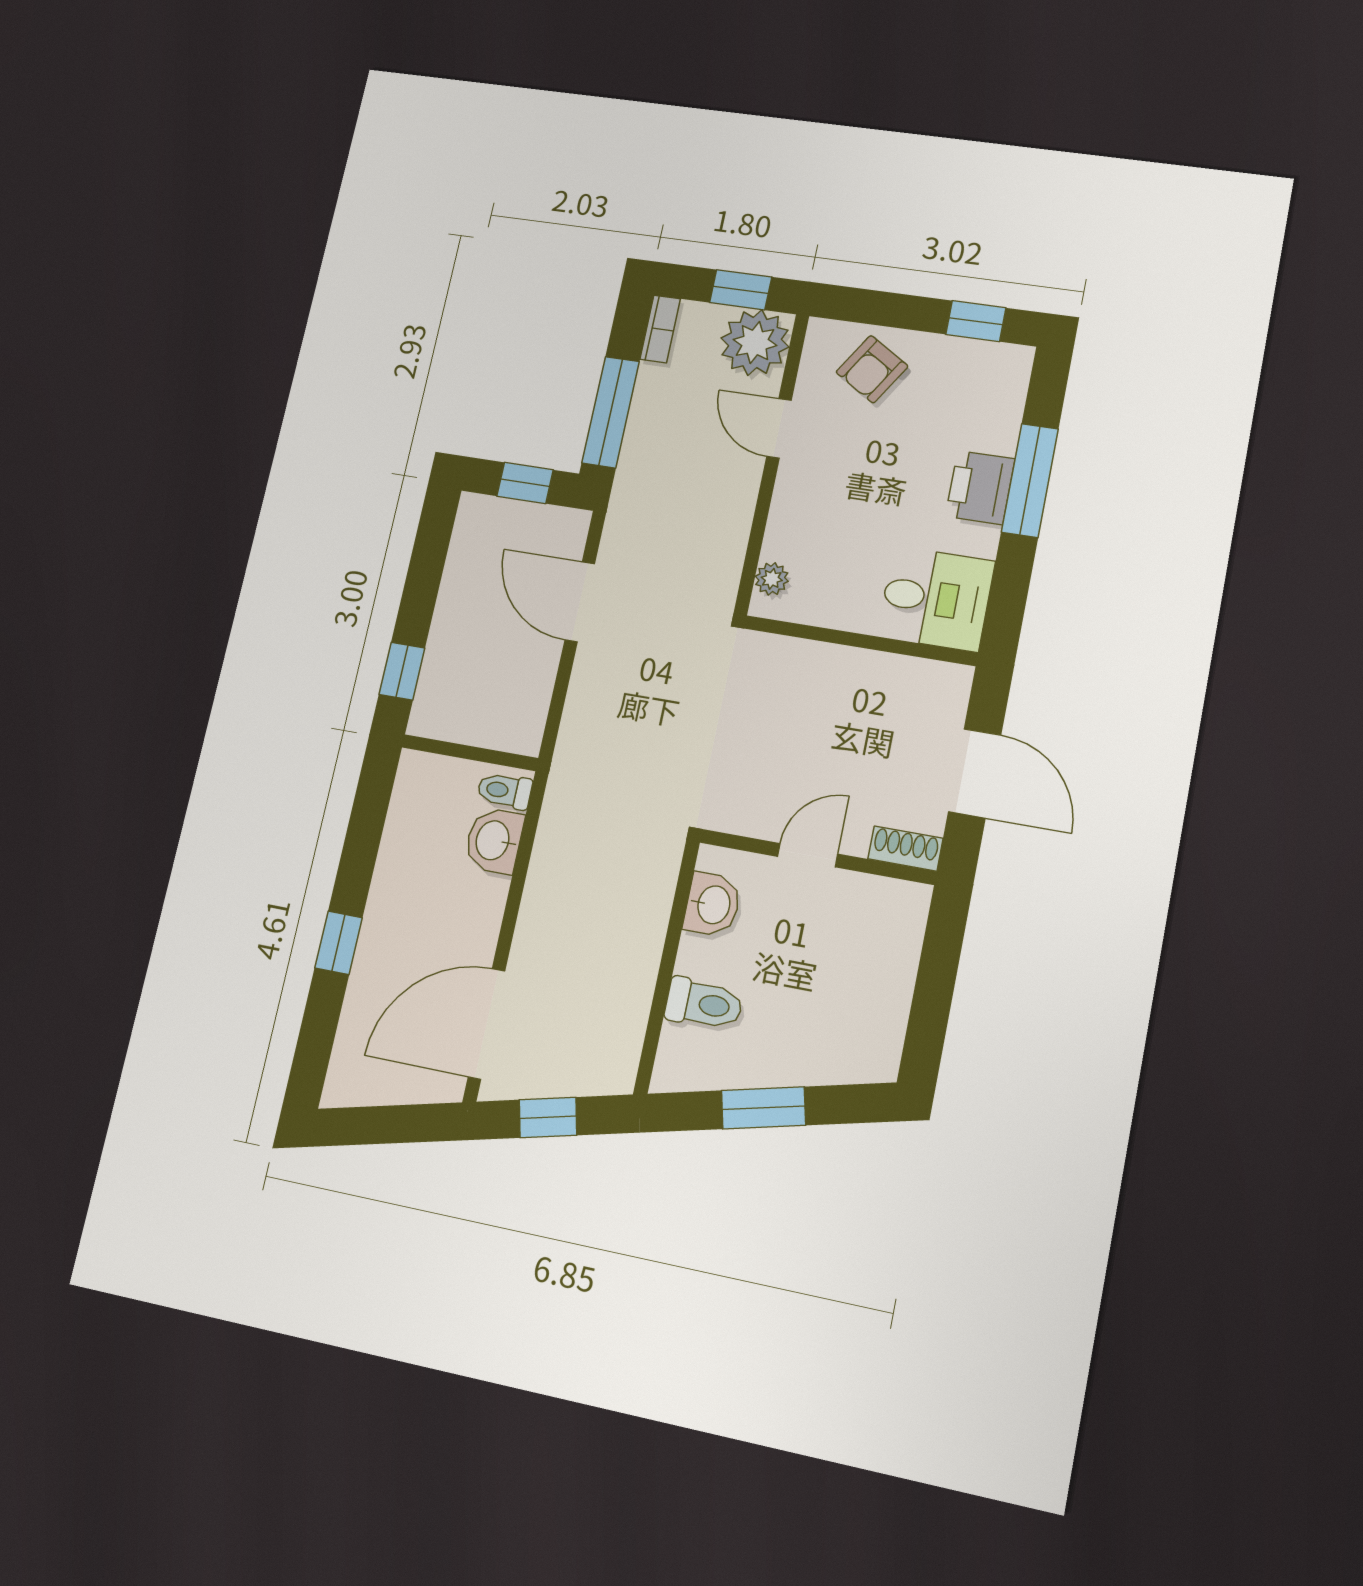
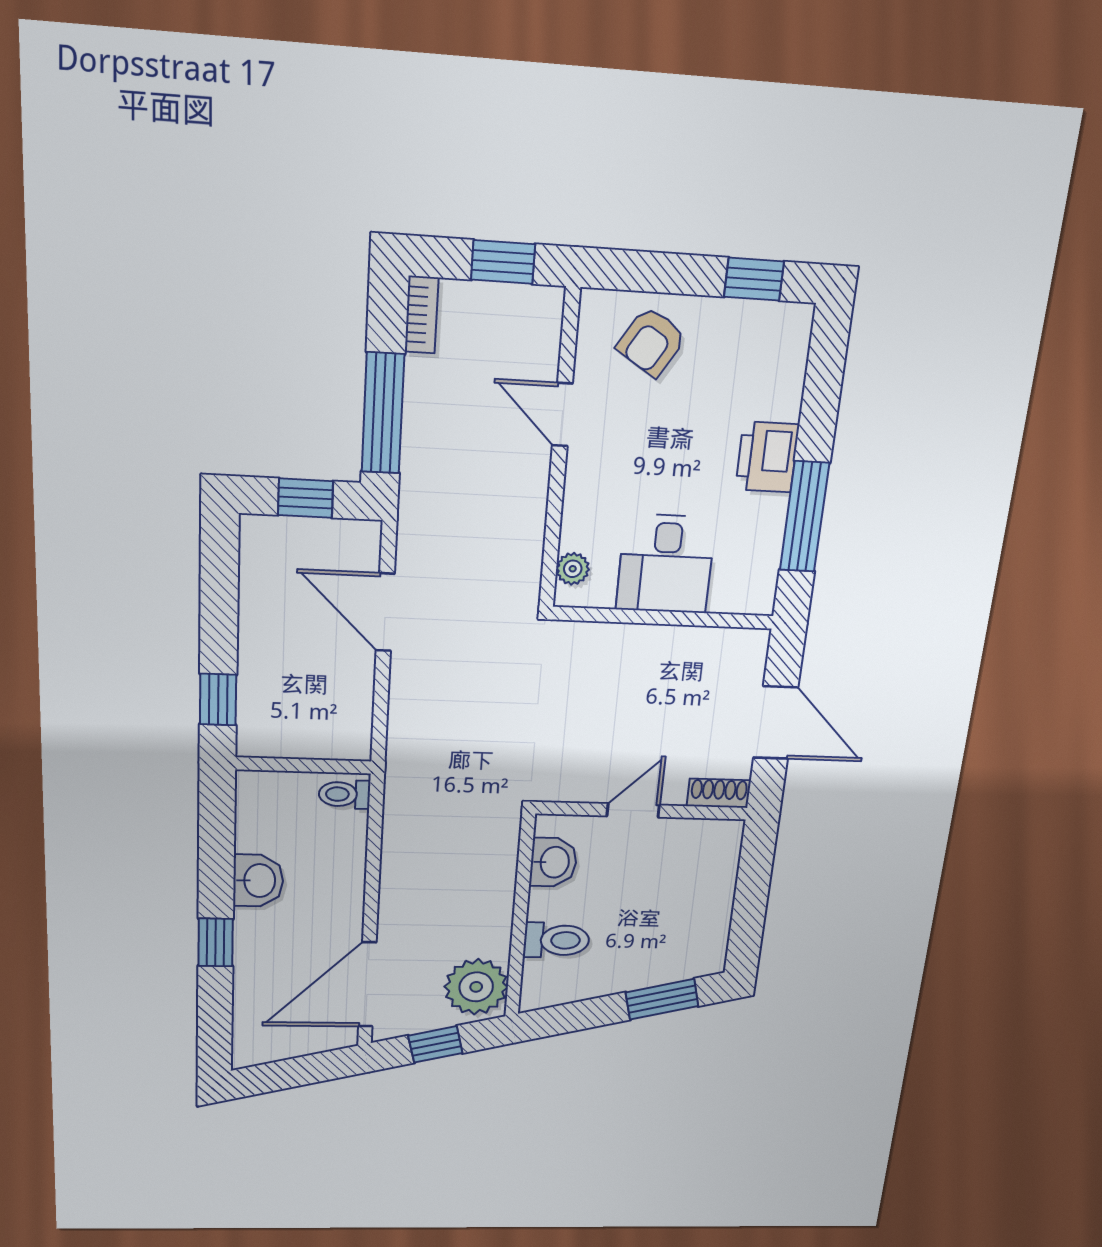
plant: (755, 343) -> (476, 987), moved
window: (1030, 480) -> (804, 517), moved
desk: (936, 599) -> (666, 564), moved, turned 90
washbasin: (494, 841) -> (258, 881), moved, turned 180
window: (763, 1108) -> (662, 999), moved

